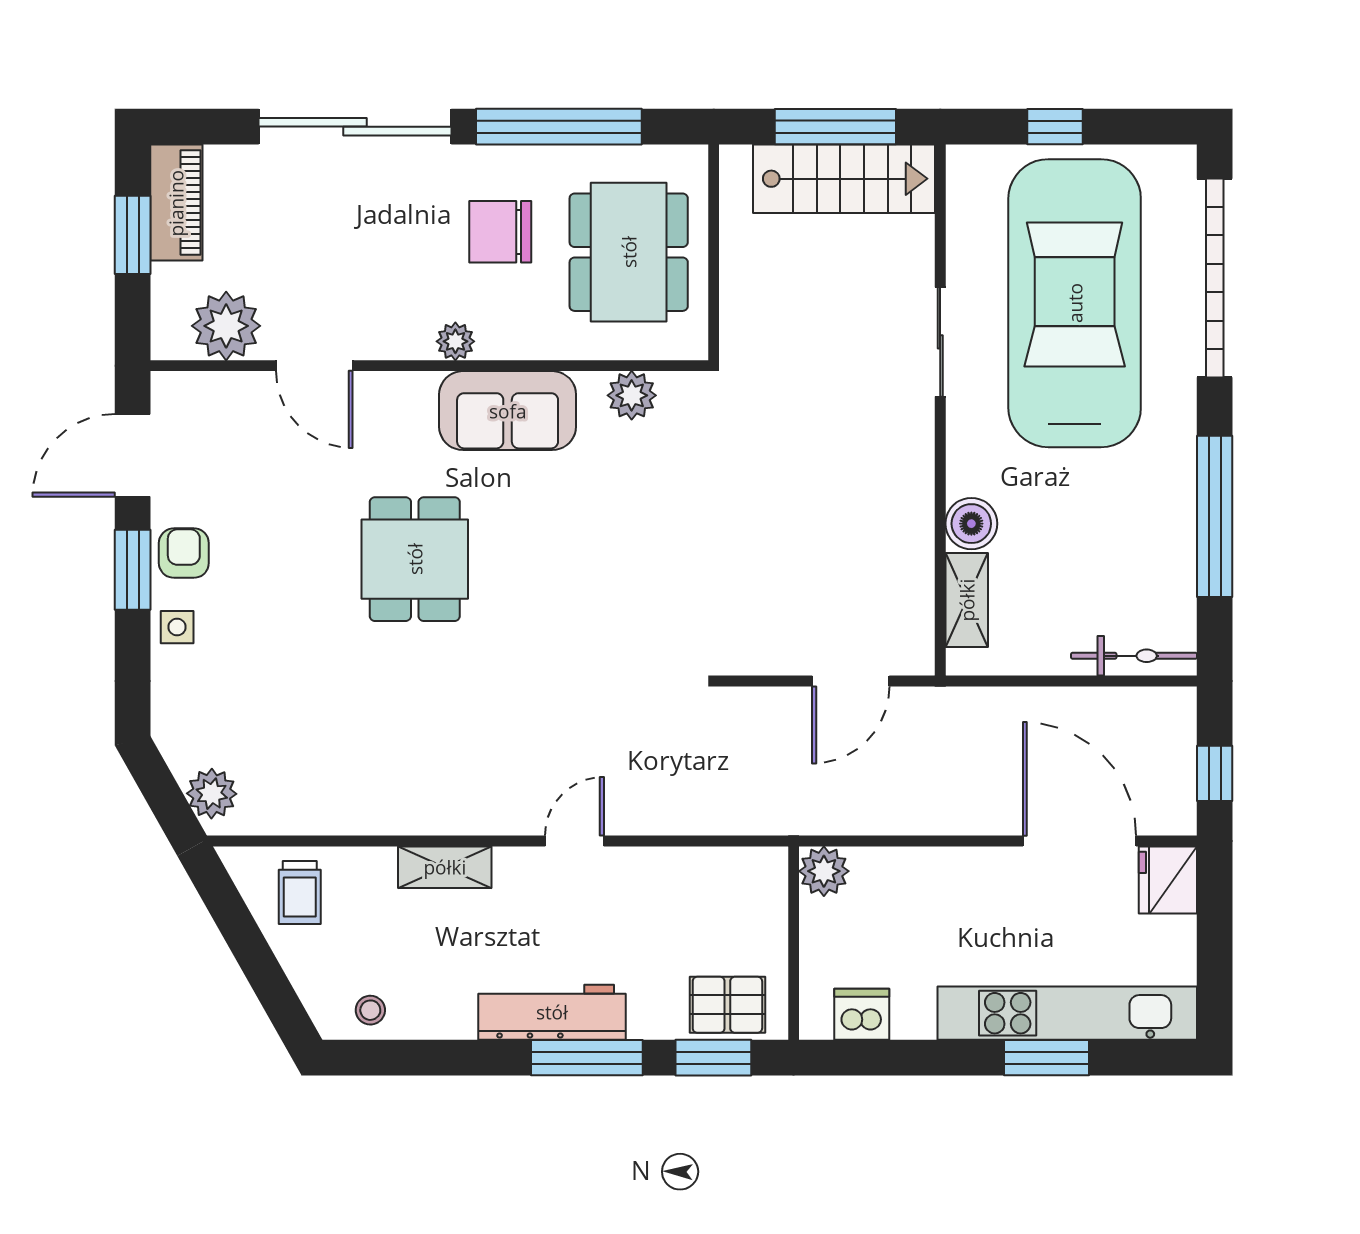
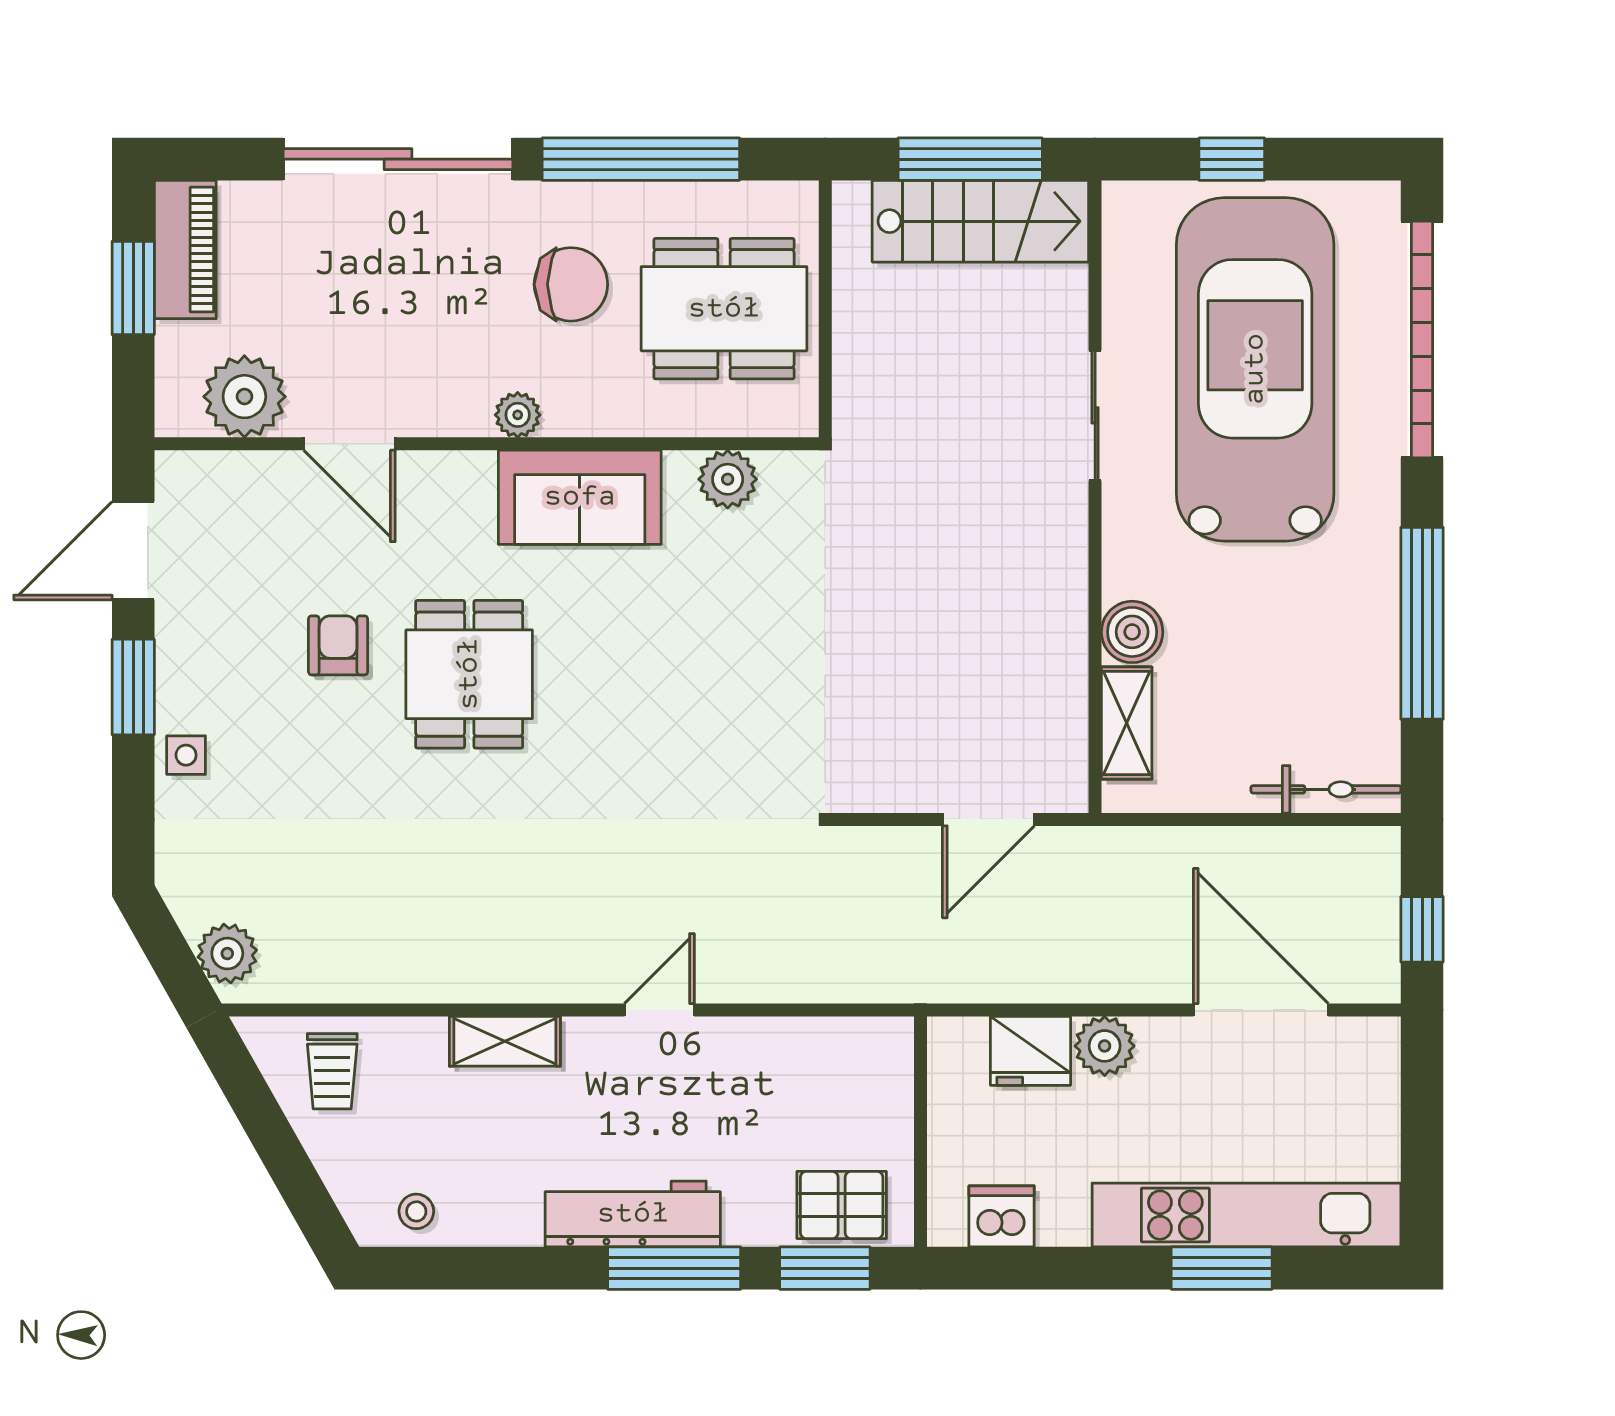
chair: (500, 232) -> (571, 284), turned 180
dining table: (629, 252) -> (724, 309), turned 90
armchair: (184, 553) -> (338, 645), moved
plant: (824, 871) -> (1105, 1046), moved
fridge: (1168, 880) -> (1031, 1051), moved, turned -90

